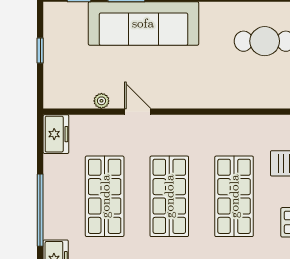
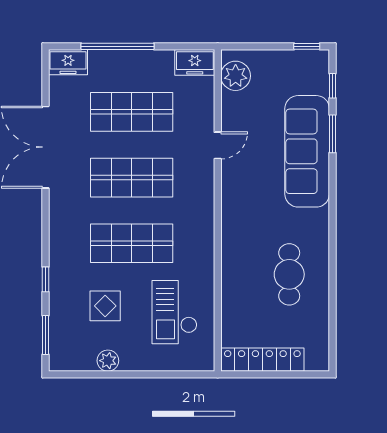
window: (40, 50) -> (307, 46), moved
plant: (101, 101) -> (236, 76), moved, width x1.87, depth x1.87

